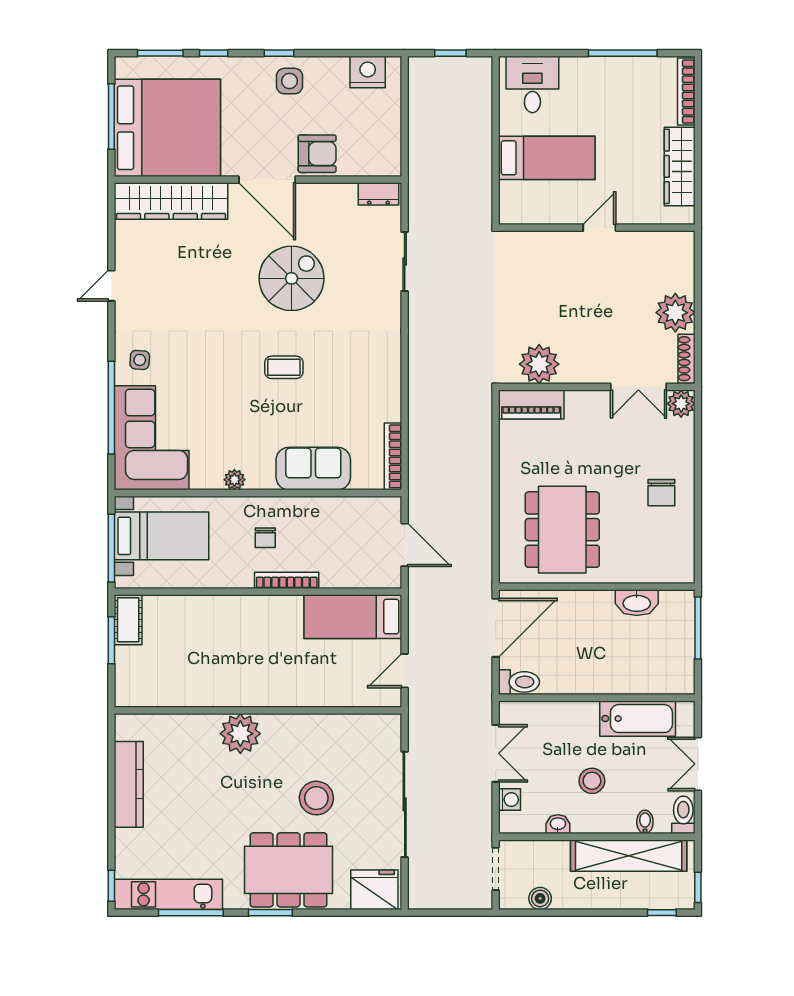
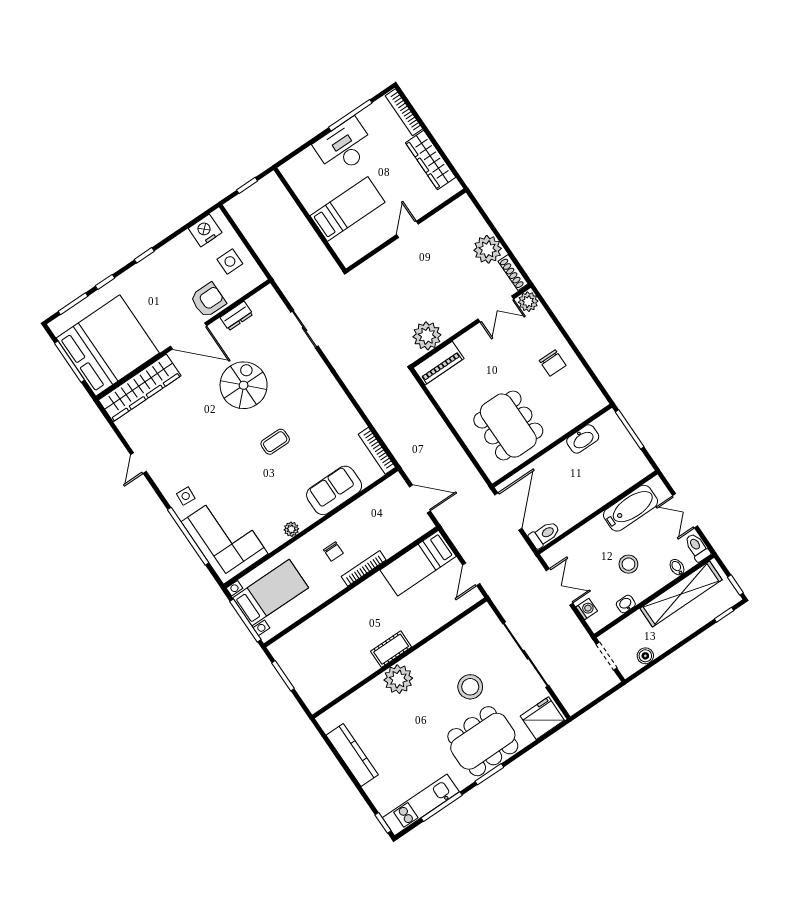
side table: (289, 81) -> (230, 261), moved
desk: (532, 85) -> (344, 147), moved, width x1.37
dresser: (379, 194) -> (237, 316), moved
cot: (128, 620) -> (391, 649), moved, turned 90

